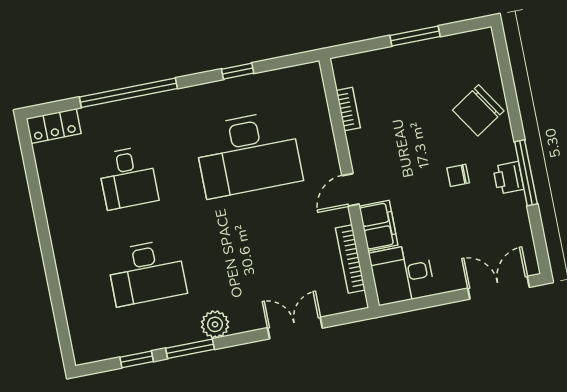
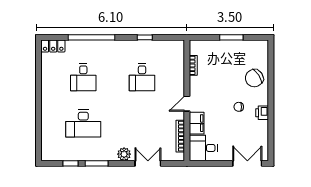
desk: (248, 154) -> (142, 77), width x0.53, depth x0.77
window: (526, 173) -> (271, 112), removed
plant: (215, 324) -> (124, 154), moved

